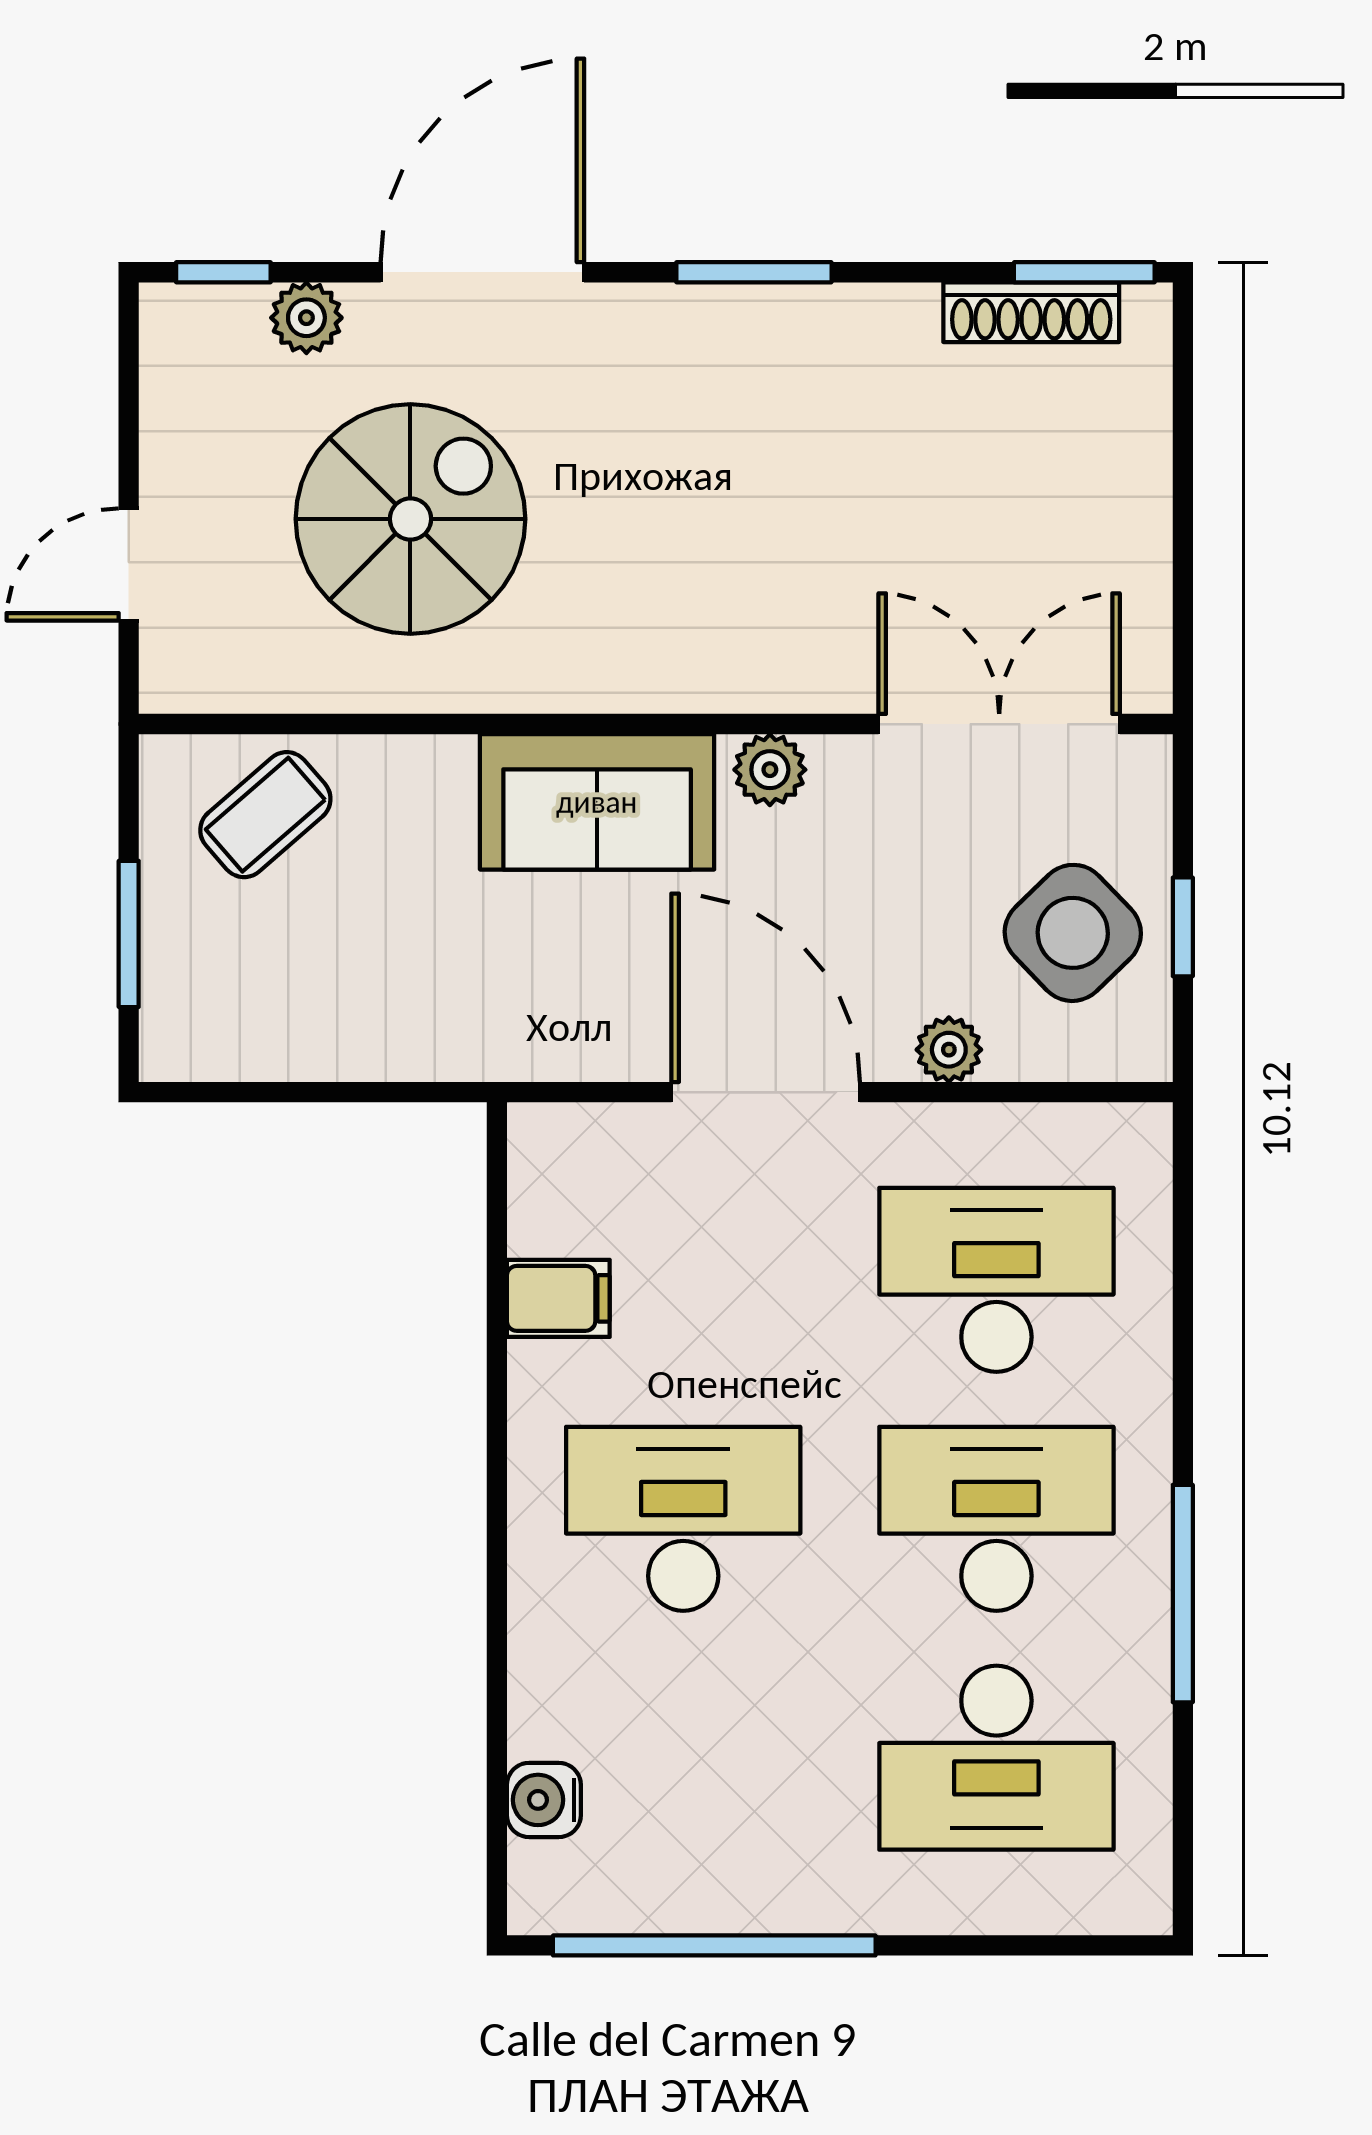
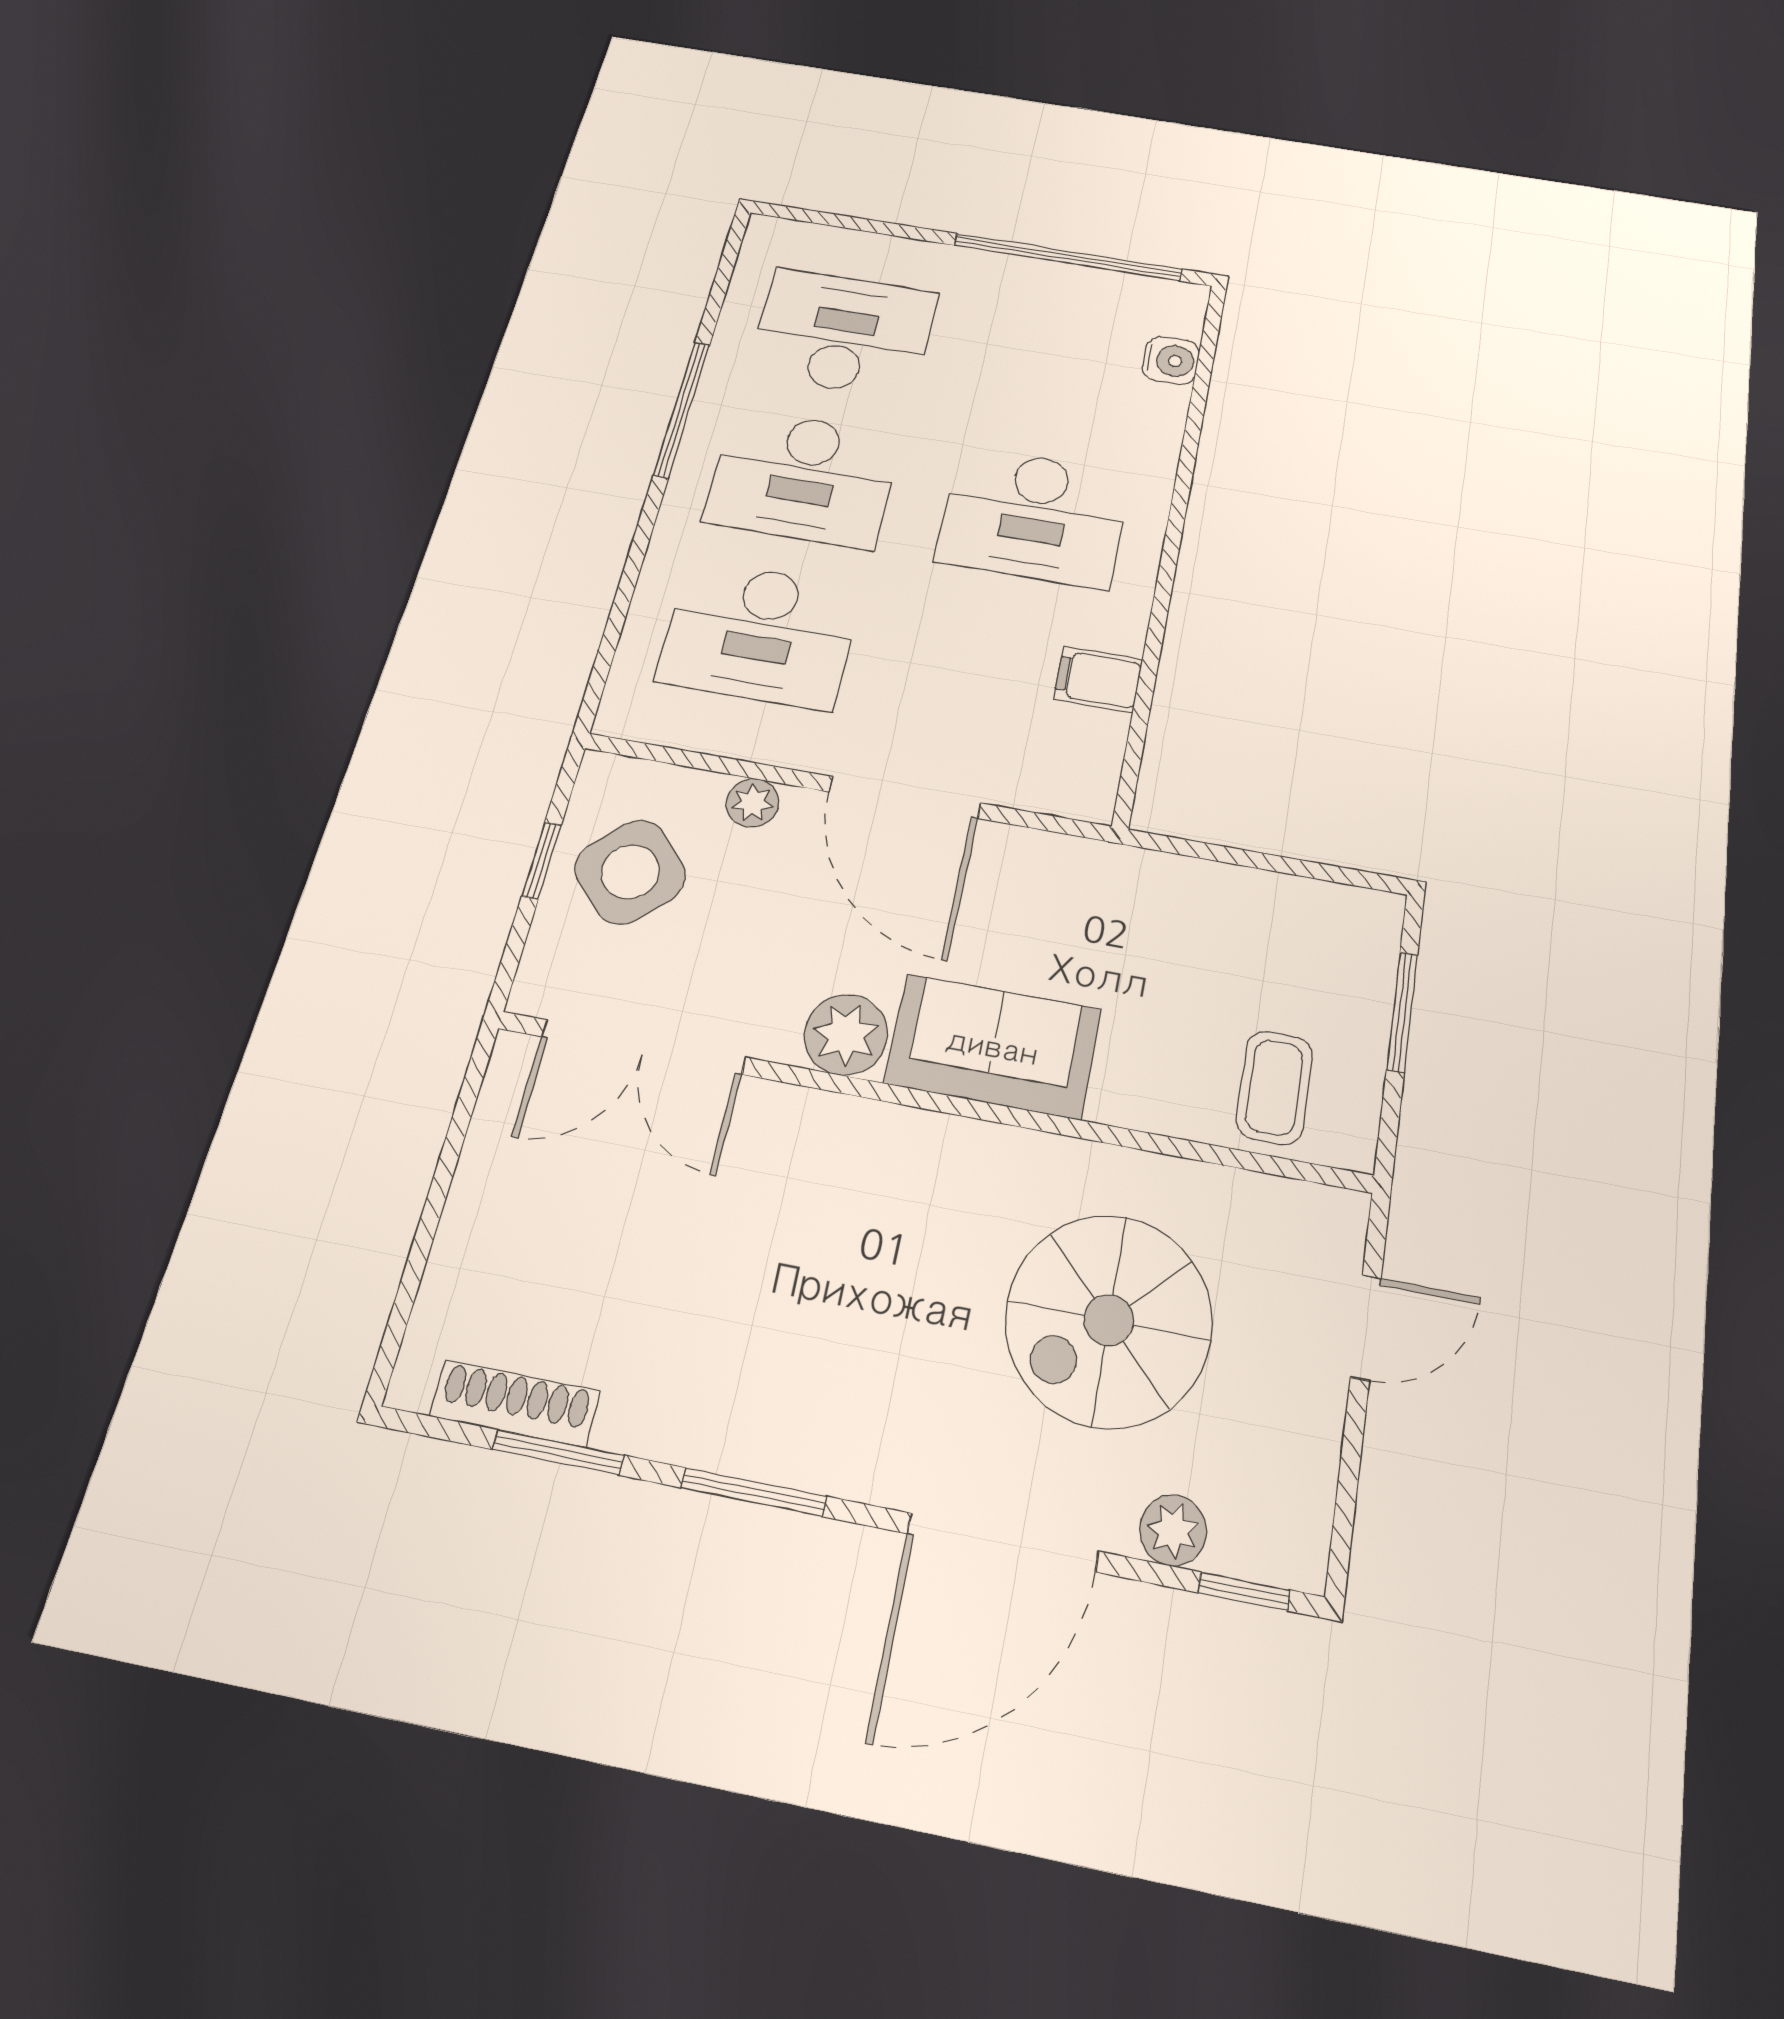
window: (1084, 272) -> (558, 1452), moved
plant: (770, 770) -> (846, 1035), width x1.38, depth x1.38
coffee table: (265, 815) -> (1274, 1088), turned -49

